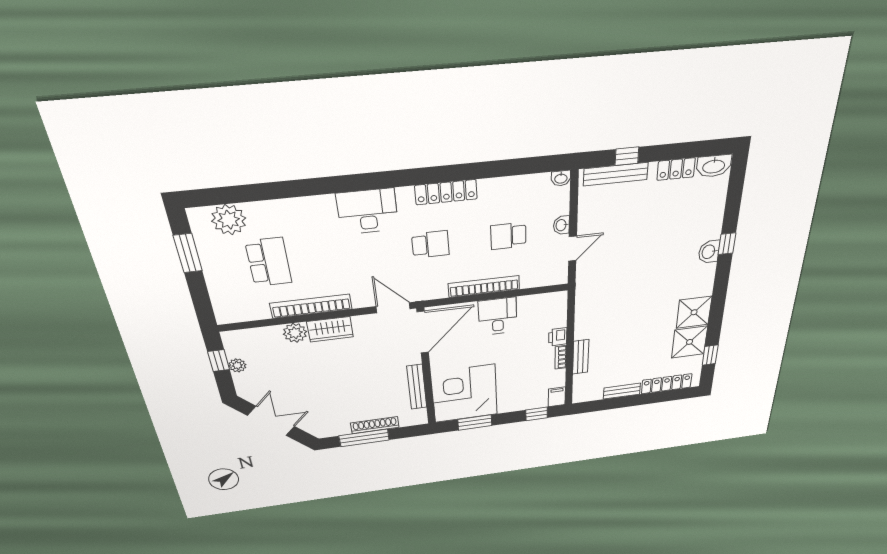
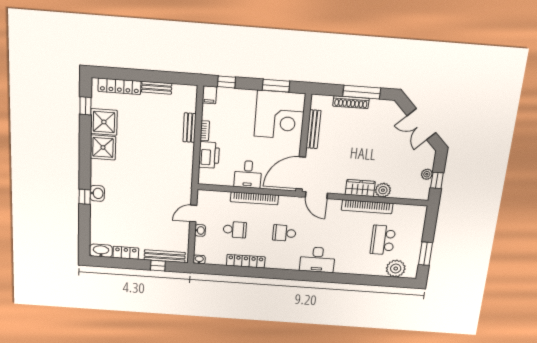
locker: (446, 192) -> (246, 261), moved
printer: (558, 337) -> (209, 155), width x1.87, depth x1.48

